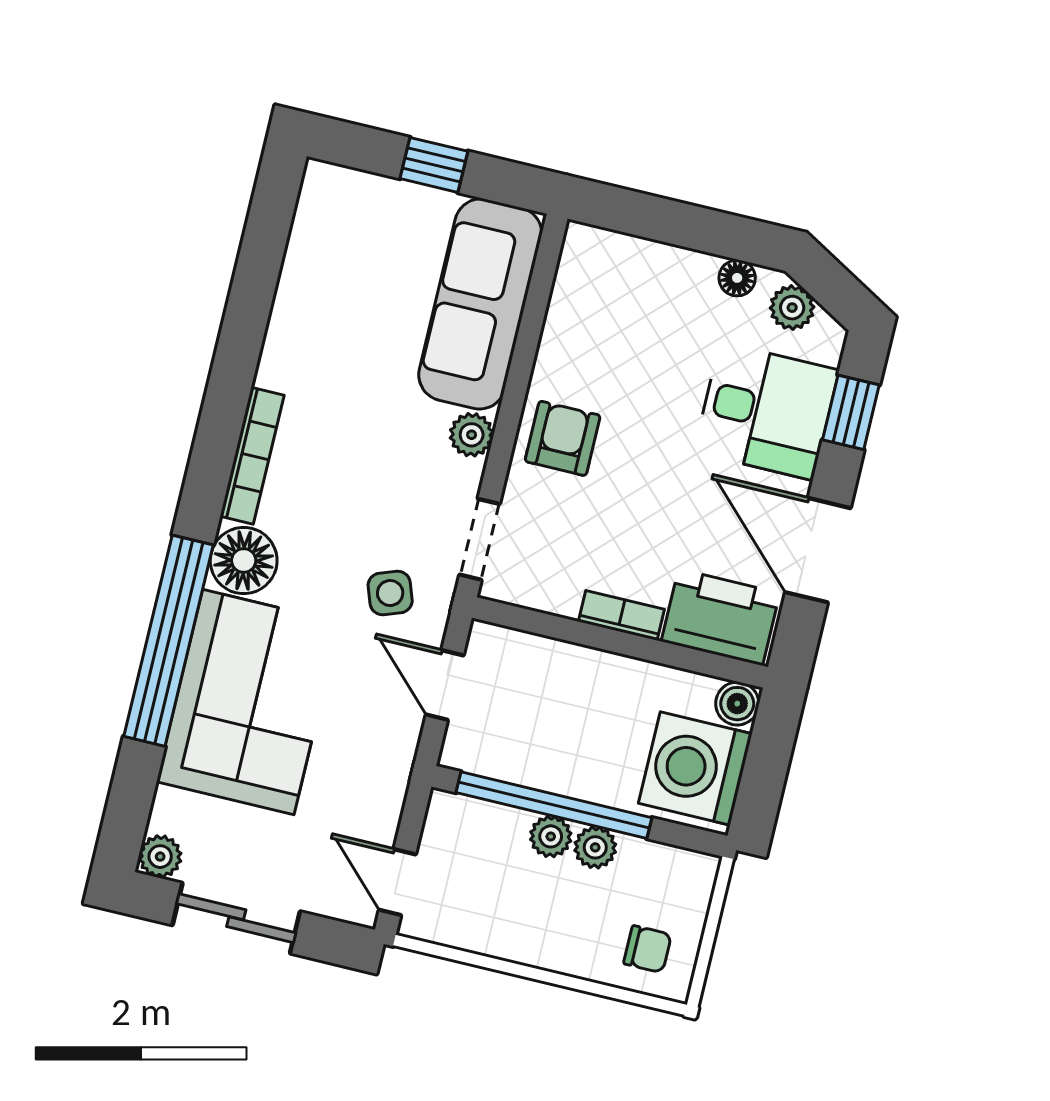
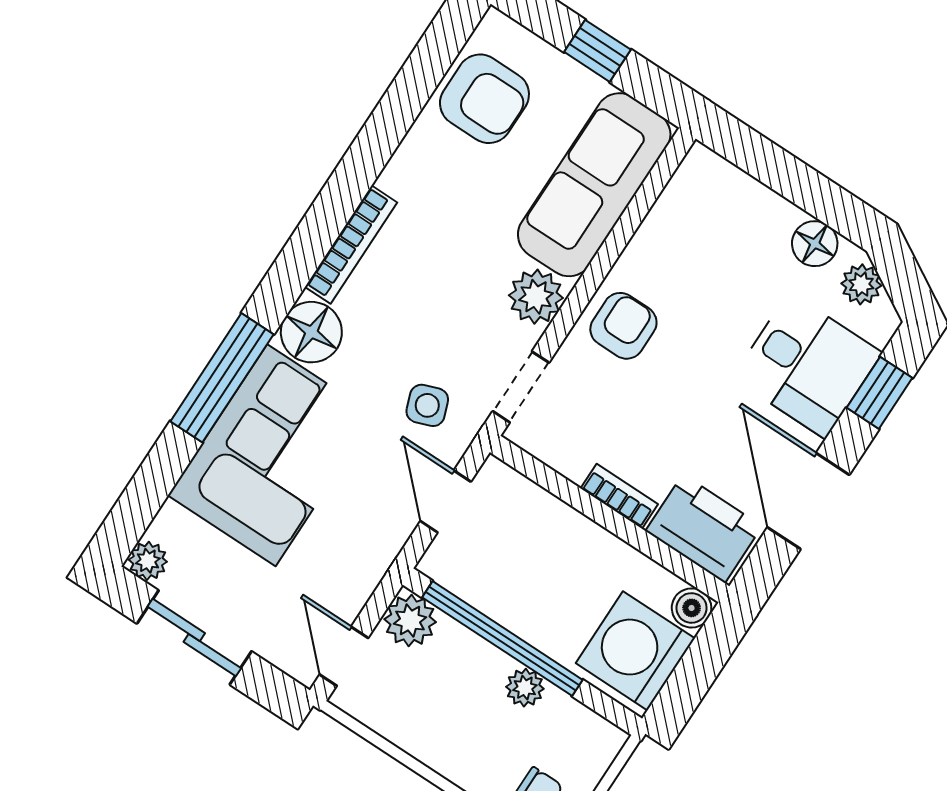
armchair: (335, 256) -> (484, 99), added
floor lamp: (737, 278) -> (815, 244), width x1.37, depth x1.37
plant: (472, 435) -> (536, 297), width x1.38, depth x1.38
window: (169, 641) -> (222, 378), width x0.68
plant: (551, 836) -> (410, 621), moved, width x1.38, depth x1.38

